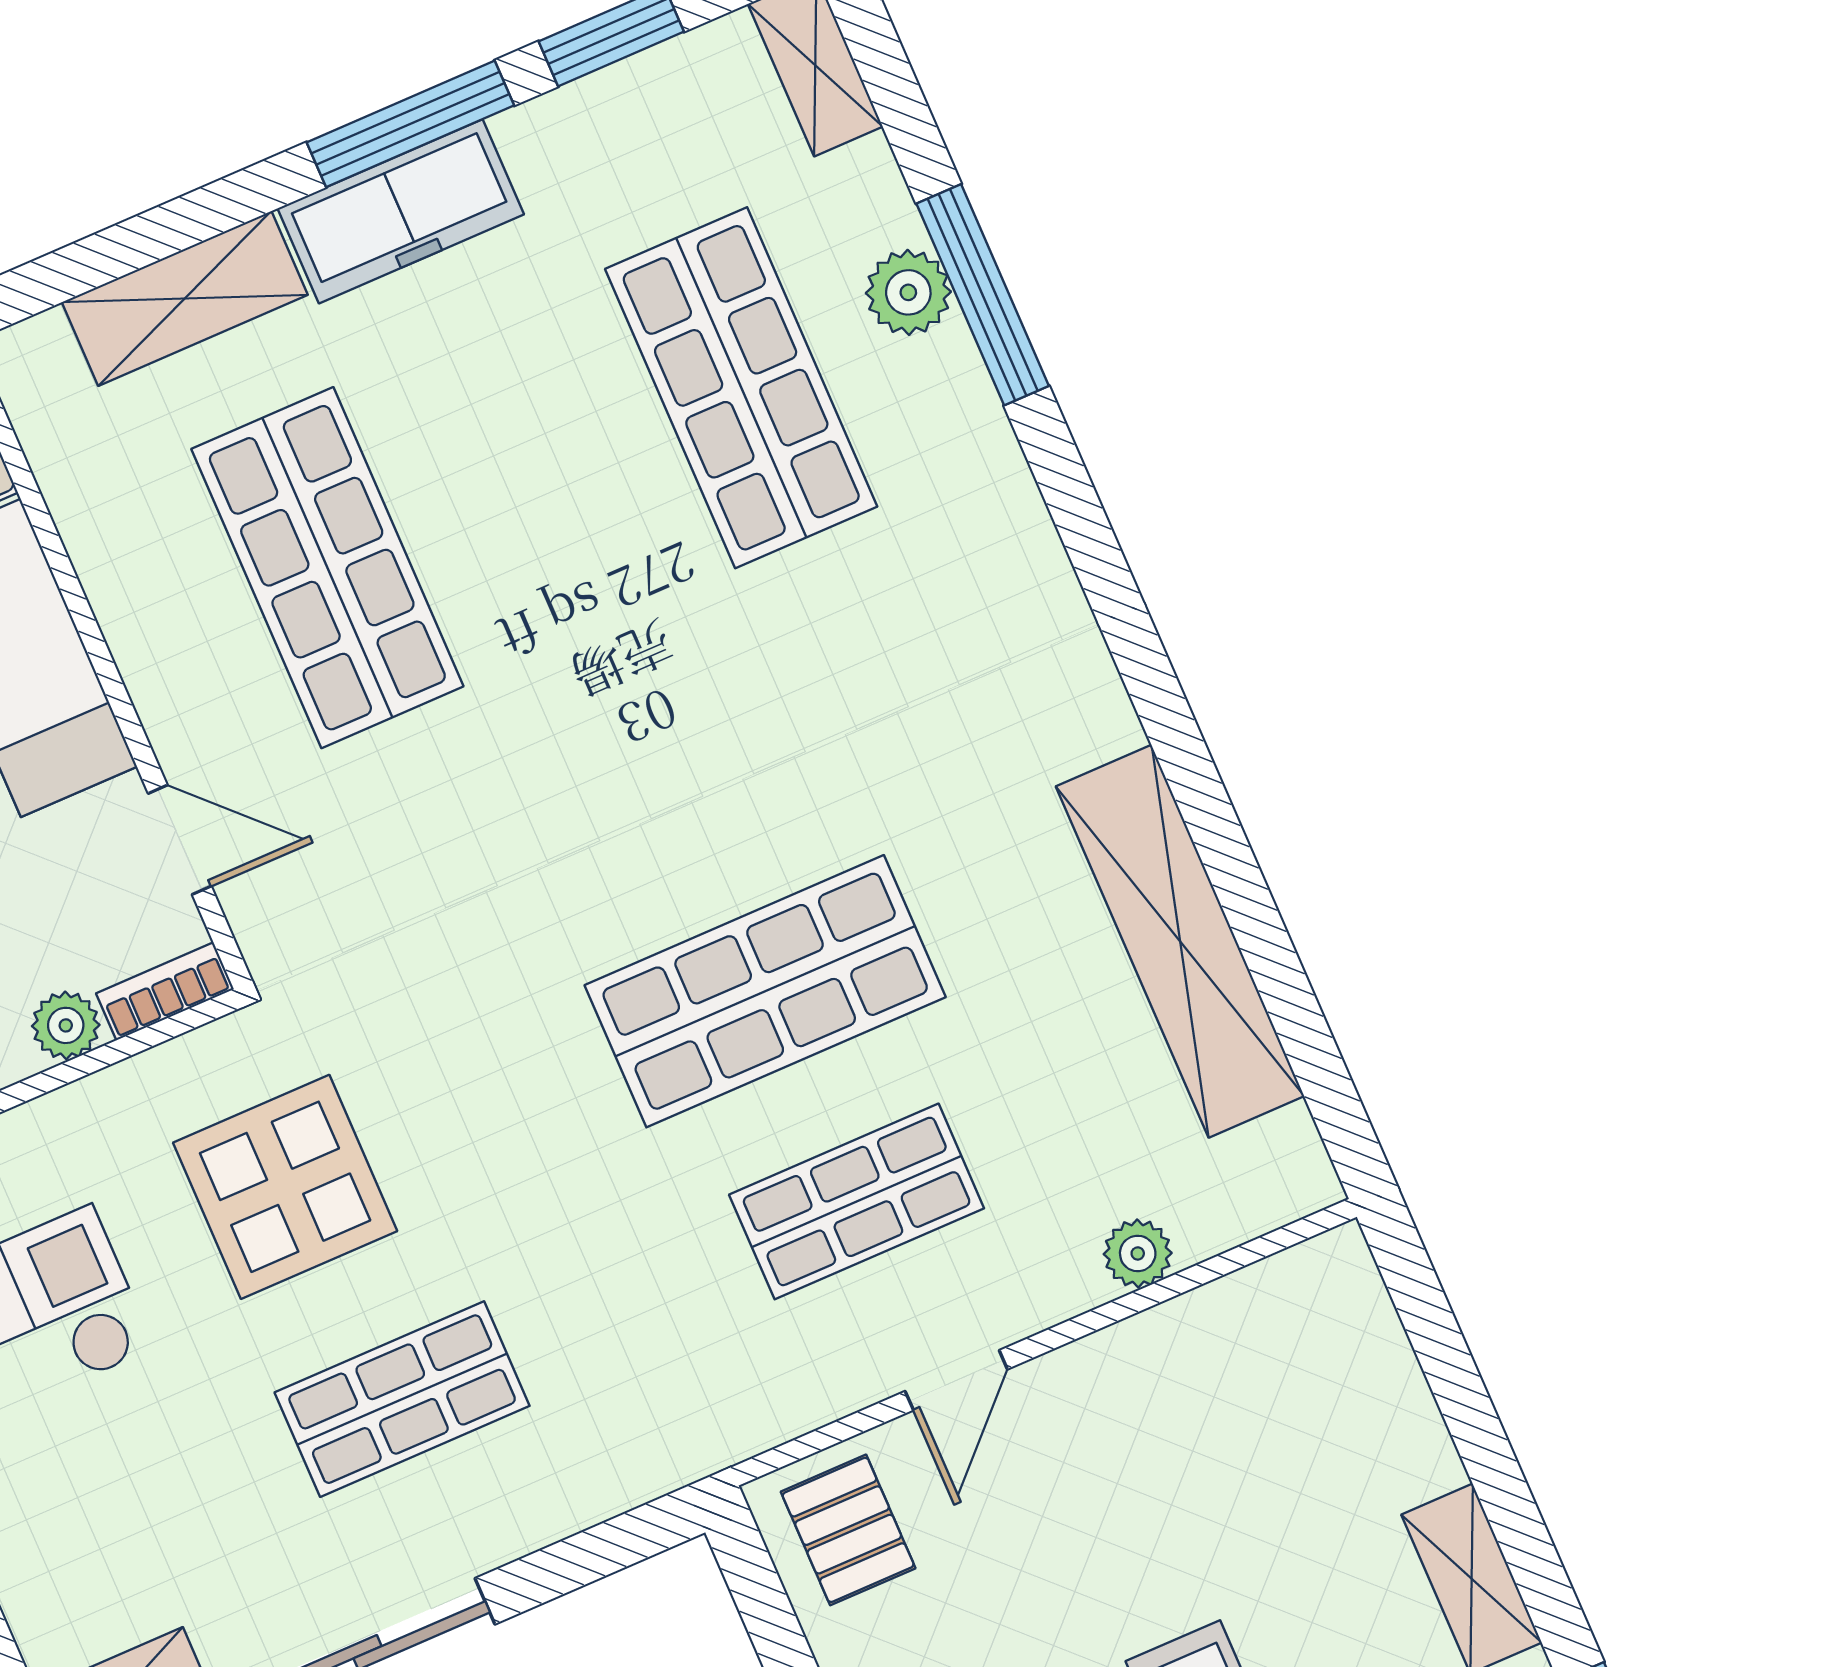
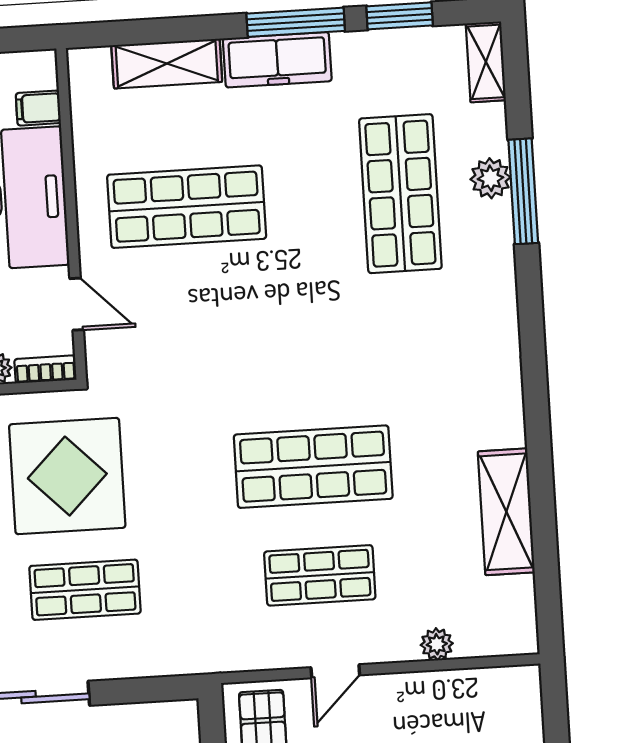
shop shelf: (327, 568) -> (187, 207), turned 90
shelving: (1180, 941) -> (506, 512), width x0.68
display table: (285, 1187) -> (67, 476), width x1.36, depth x1.36

